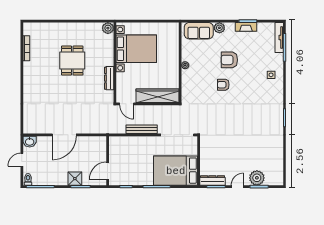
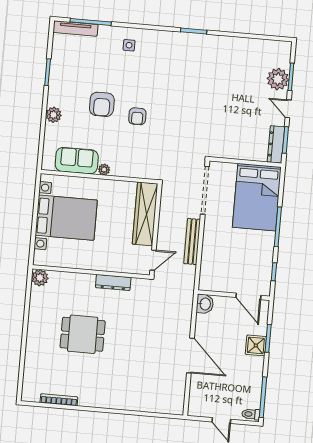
fireplace: (246, 27) -> (56, 76), removed
sofa: (199, 31) -> (77, 161), moved, turned -90
bed with nightstands: (136, 49) -> (66, 218), moved, turned 90
washbasin: (30, 142) -> (205, 304), moved

